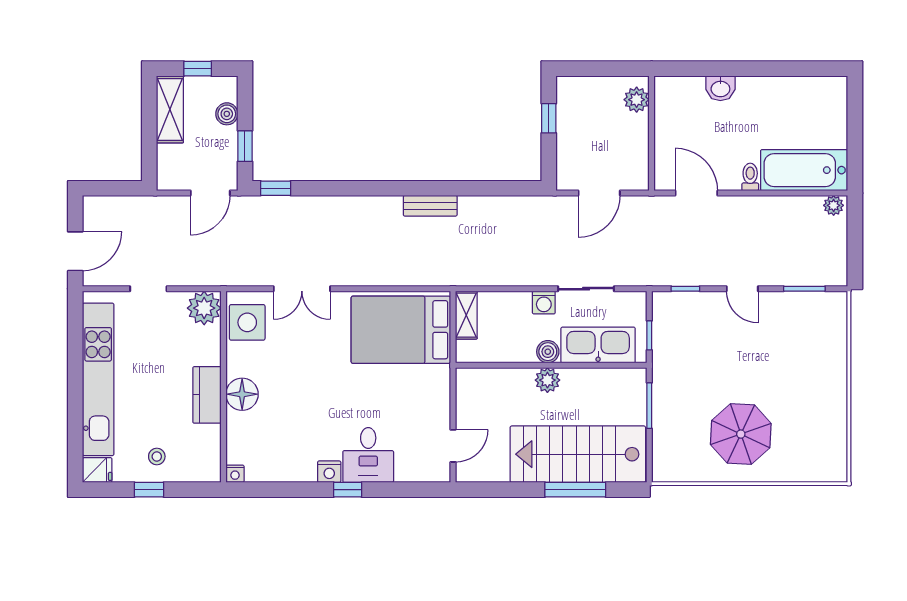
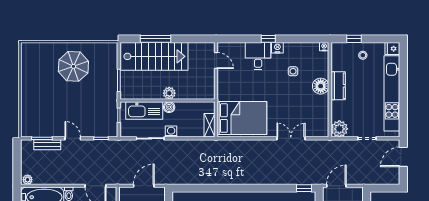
bench: (430, 206) -> (47, 145), moved
side table: (247, 322) -> (293, 71), moved, width x0.54, depth x0.54
door: (453, 446) -> (216, 61), swing flipped
window: (149, 490) -> (354, 39), moved

